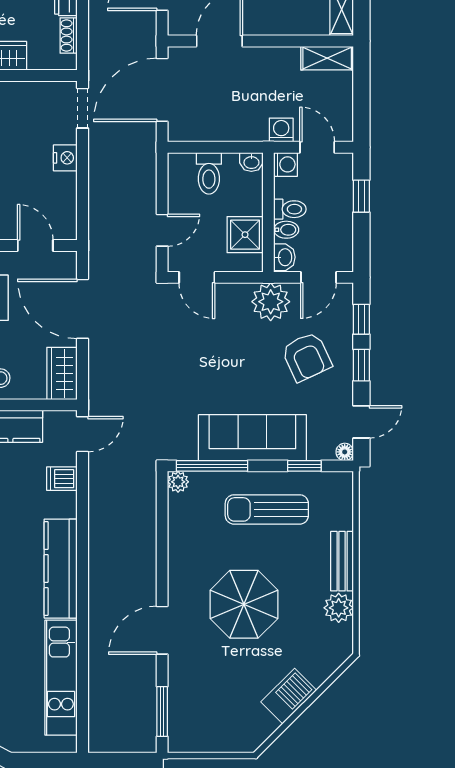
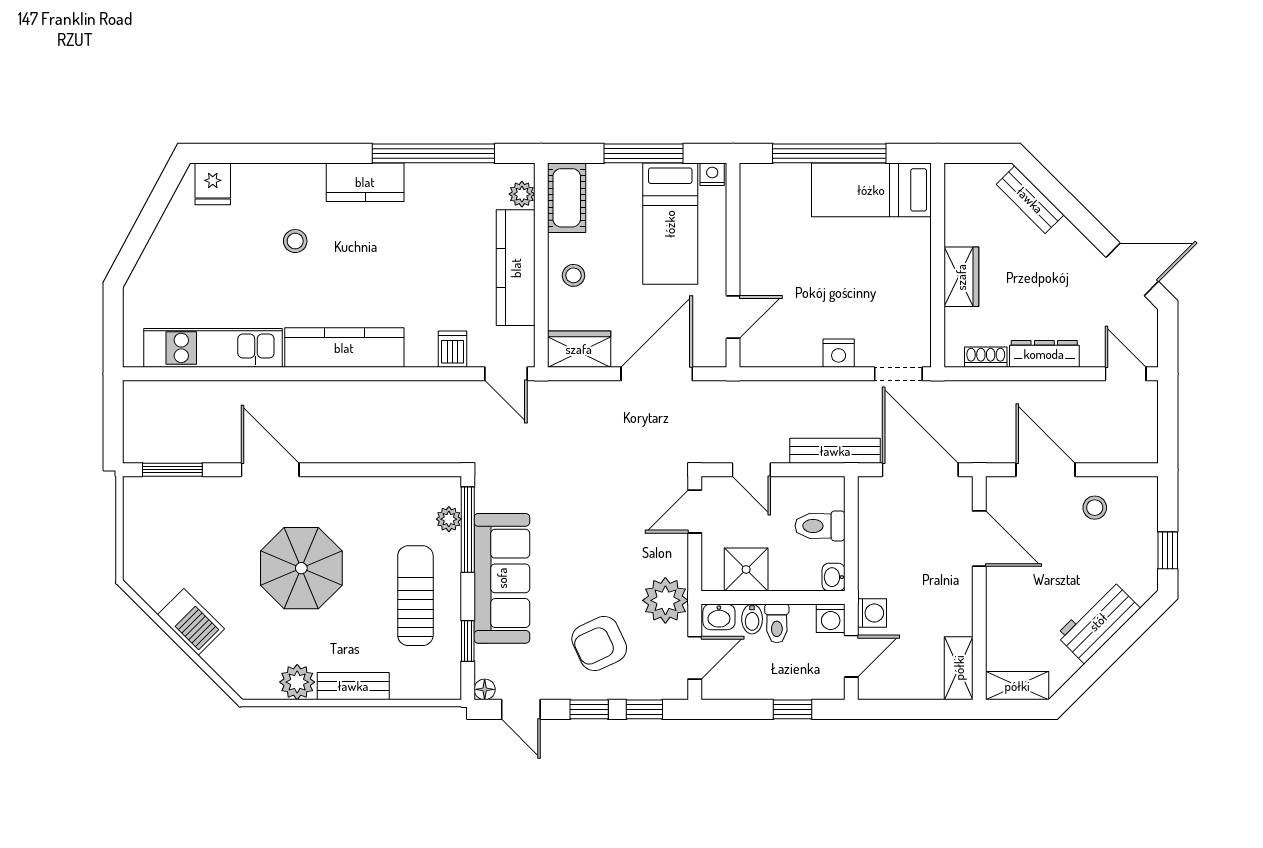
bench: (146, 161) -> (835, 451), added
door: (318, 277) -> (695, 658), swing flipped
plant: (178, 482) -> (449, 519), moved

